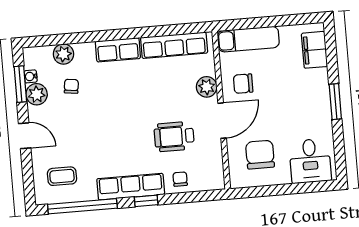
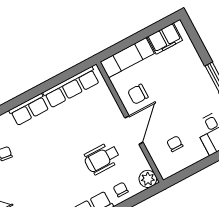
filing cabinet: (314, 50) -> (165, 39), moved, turned -90
plant: (207, 87) -> (148, 179), moved
chair: (260, 155) -> (175, 144), width x0.54, depth x0.54

